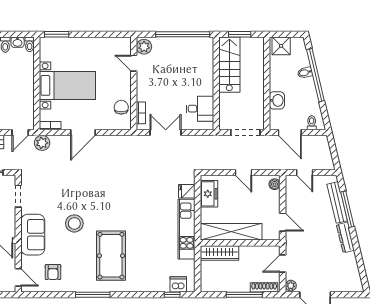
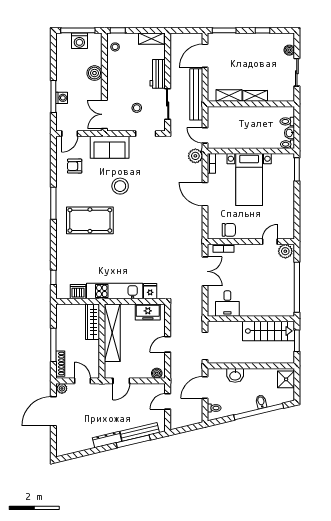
dishwasher: (178, 284) -> (78, 292), moved, turned -90

